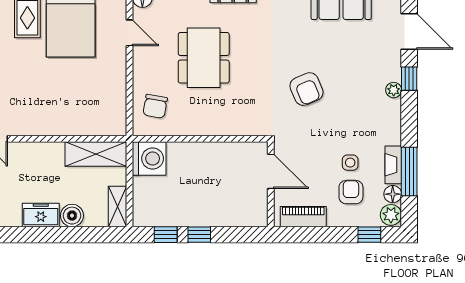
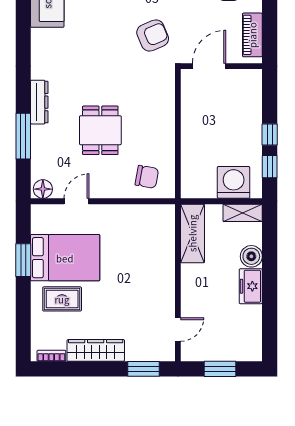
dining table: (204, 58) -> (100, 130), width x0.73
armchair: (306, 89) -> (153, 35), moved
washing machine: (149, 159) -> (234, 182), moved

